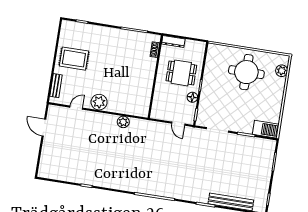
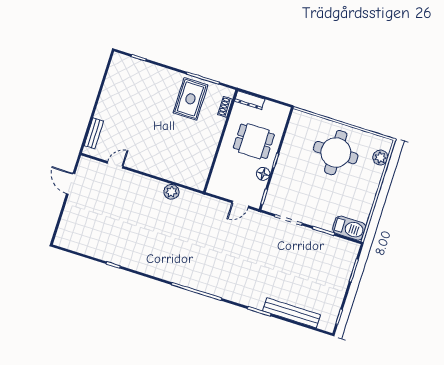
rug: (74, 59) -> (190, 99), moved, turned 90
plant: (99, 102) -> (145, 162), removed
door: (178, 124) -> (240, 204), hinge flipped

